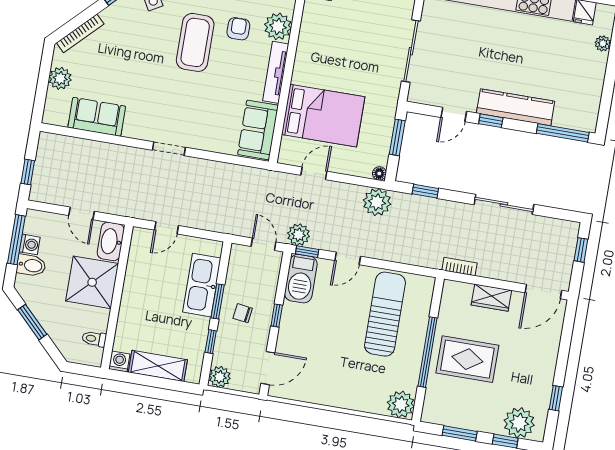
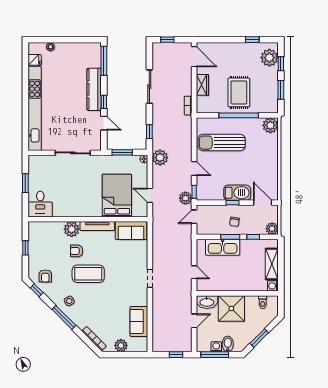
barbecue: (301, 279) -> (237, 193), moved

